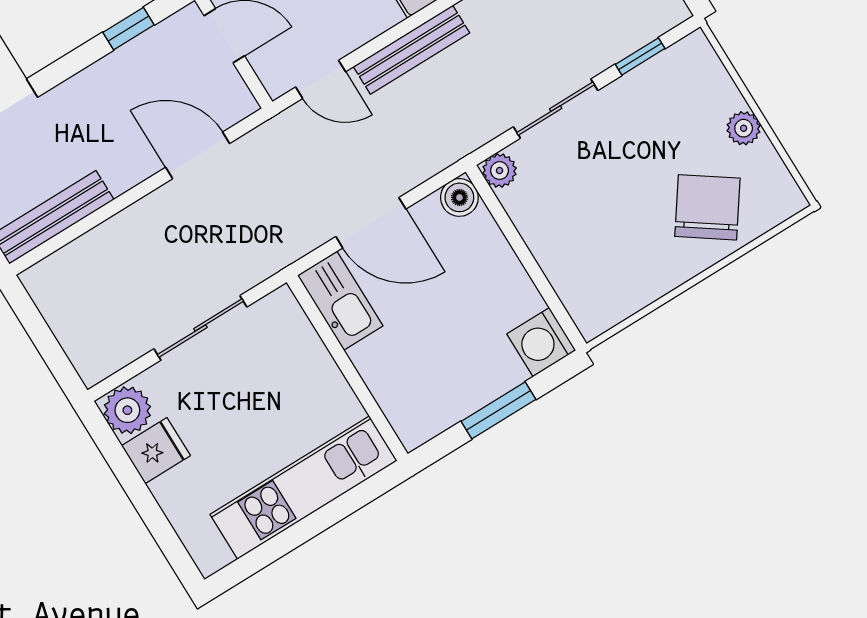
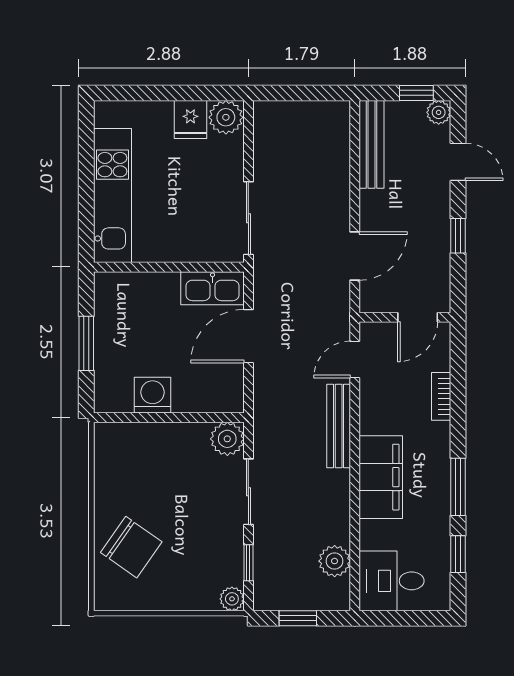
window: (128, 29) -> (458, 236), moved
plant: (744, 128) -> (232, 599), moved
plant: (500, 171) -> (227, 439), width x1.38, depth x1.38
boiler: (459, 197) -> (231, 400), removed
sliding door: (200, 328) -> (248, 218), moved
washing machine: (541, 342) -> (153, 395), moved

